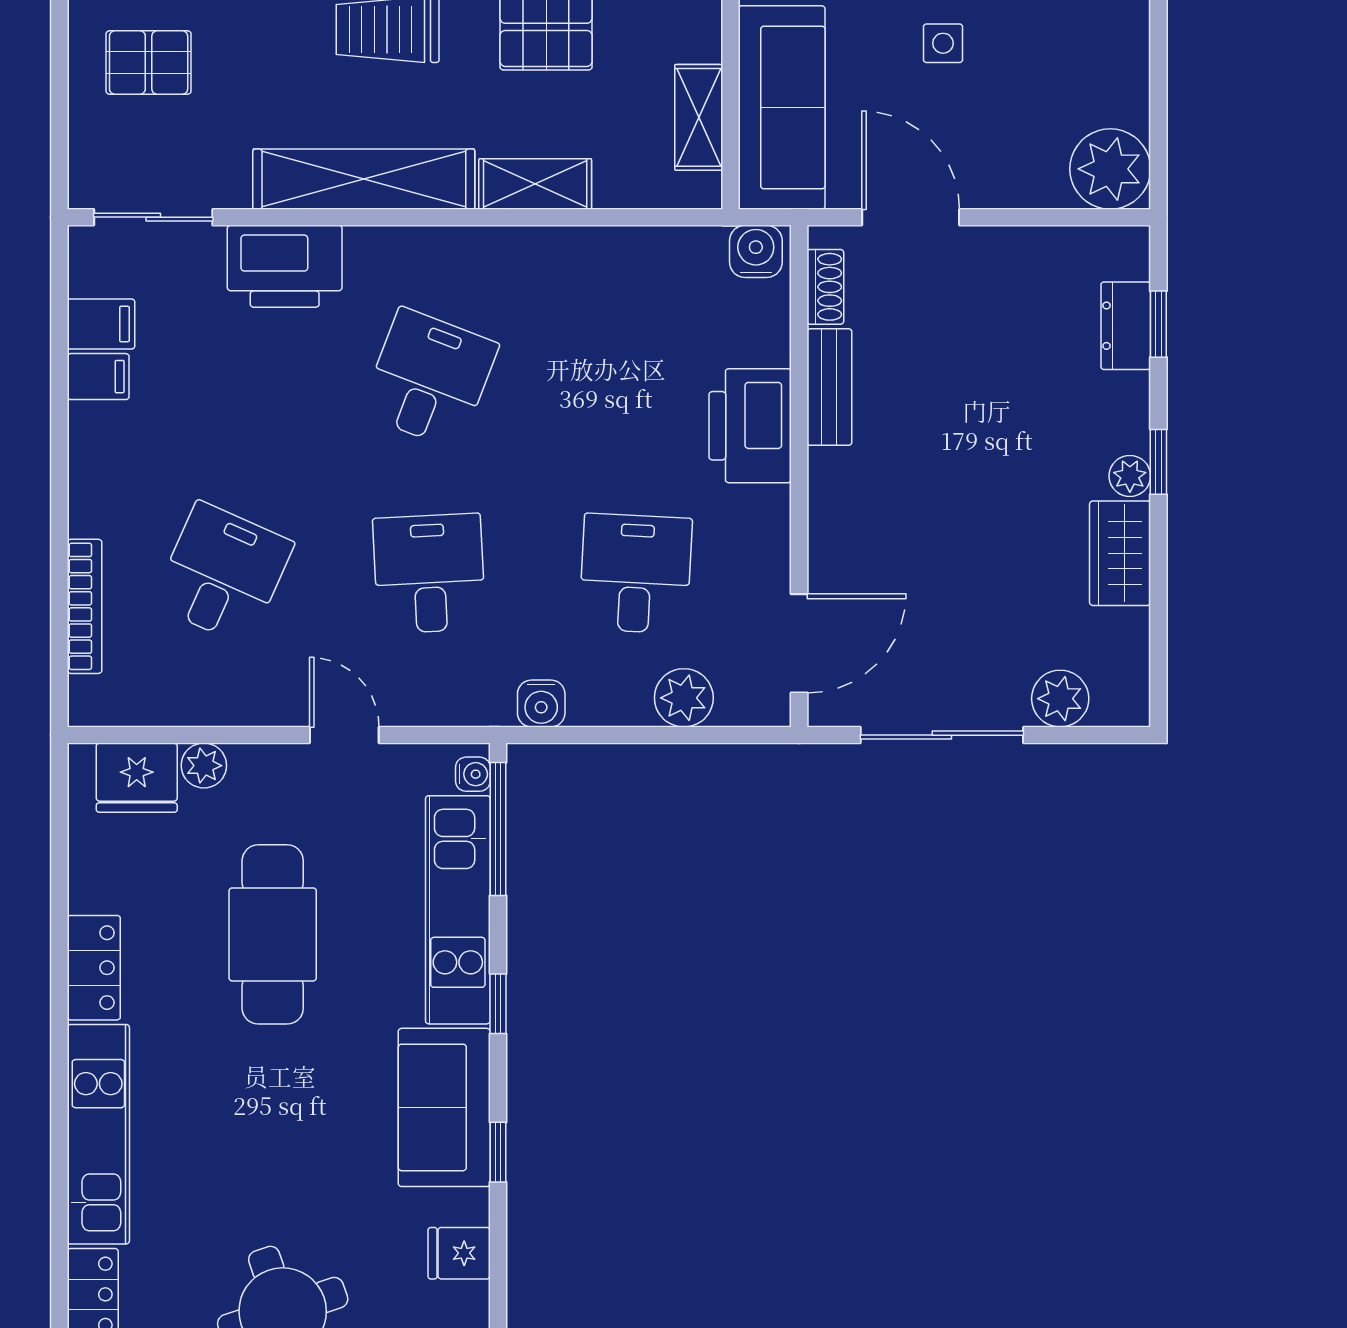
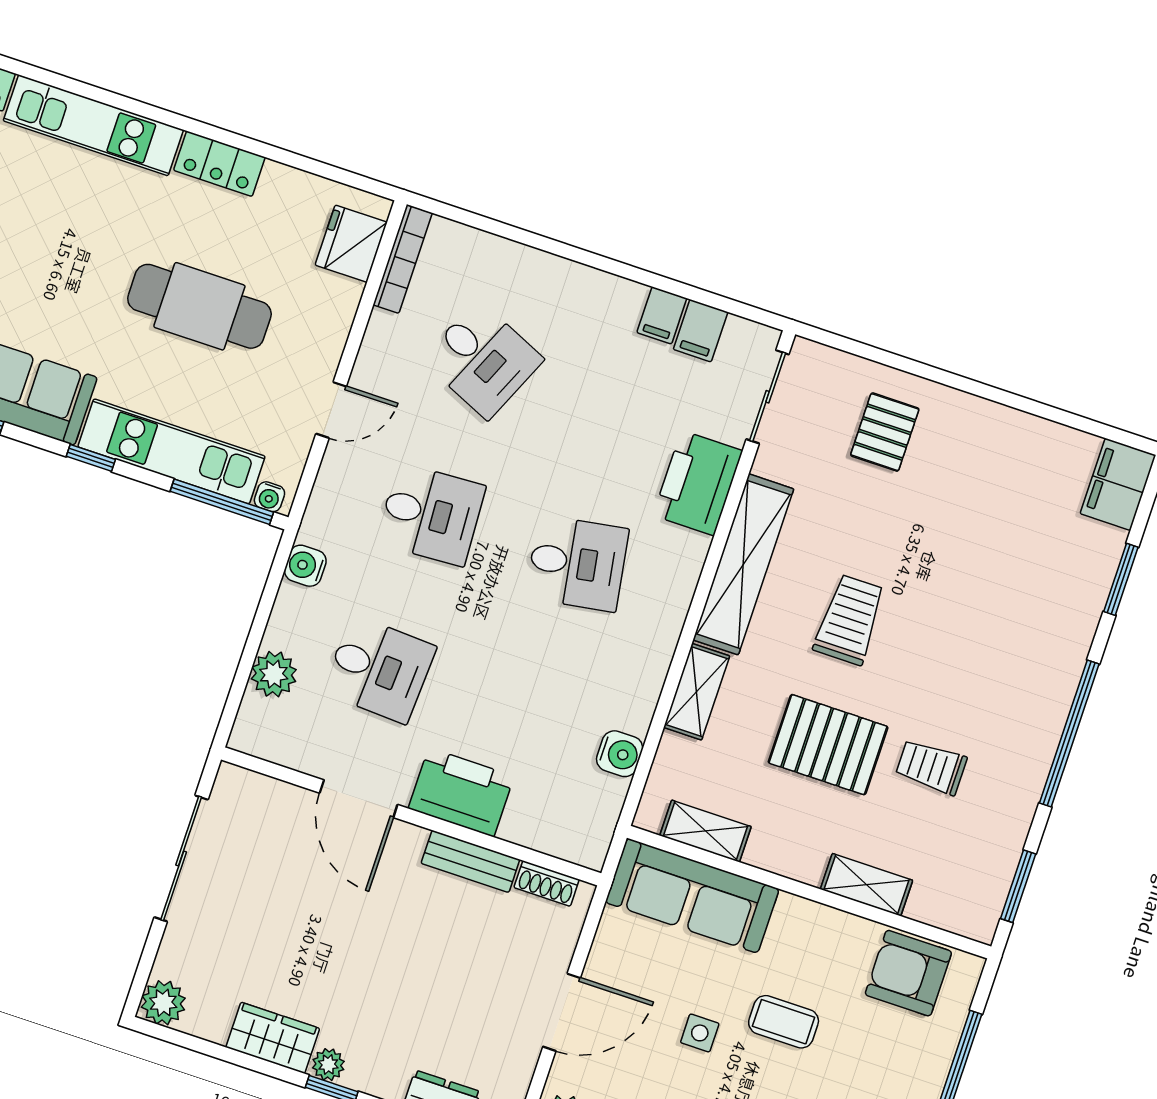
door: (911, 217) -> (562, 1012), moved
water cooler: (756, 251) -> (620, 754), moved
desk: (429, 379) -> (577, 563), turned -30
bookcase: (84, 606) -> (403, 259), moved, turned -90
door: (799, 643) -> (359, 799), moved
plant: (1060, 699) -> (163, 1003), moved
plant: (204, 766) -> (343, 297), removed

